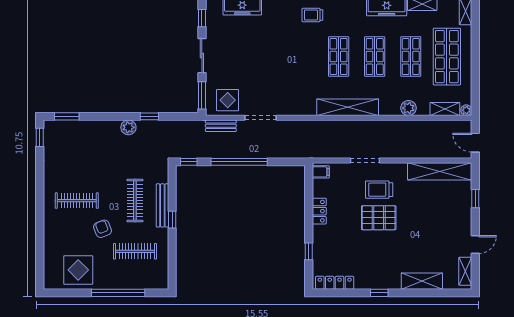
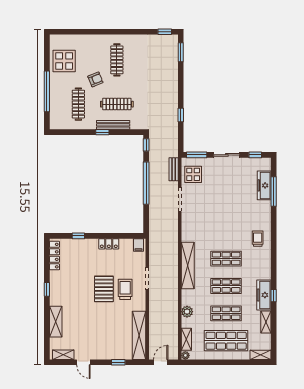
plant: (128, 127) -> (172, 99), removed

